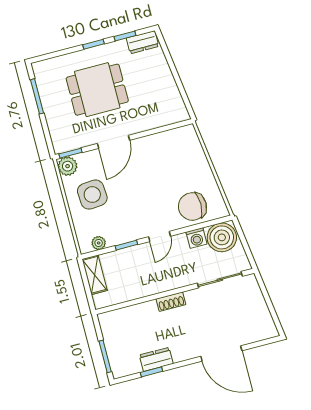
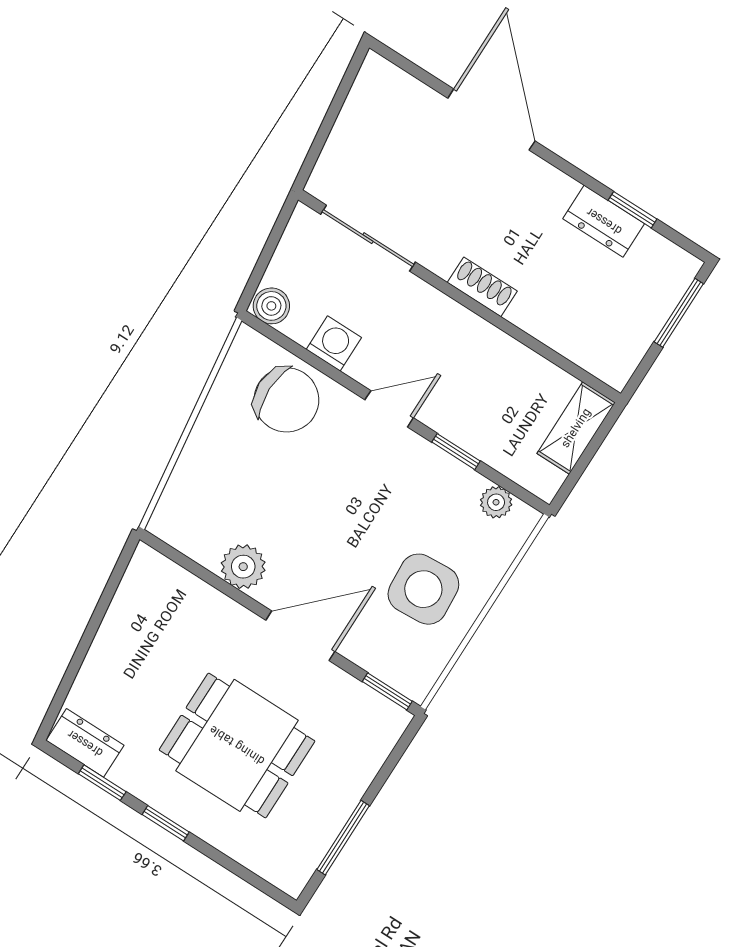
plant: (68, 166) -> (243, 567), moved
boiler: (222, 237) -> (271, 306), width x0.54, depth x0.54
shelving: (95, 275) -> (576, 428), moved

